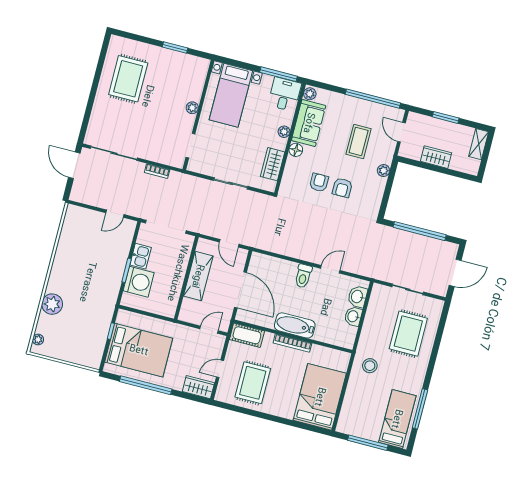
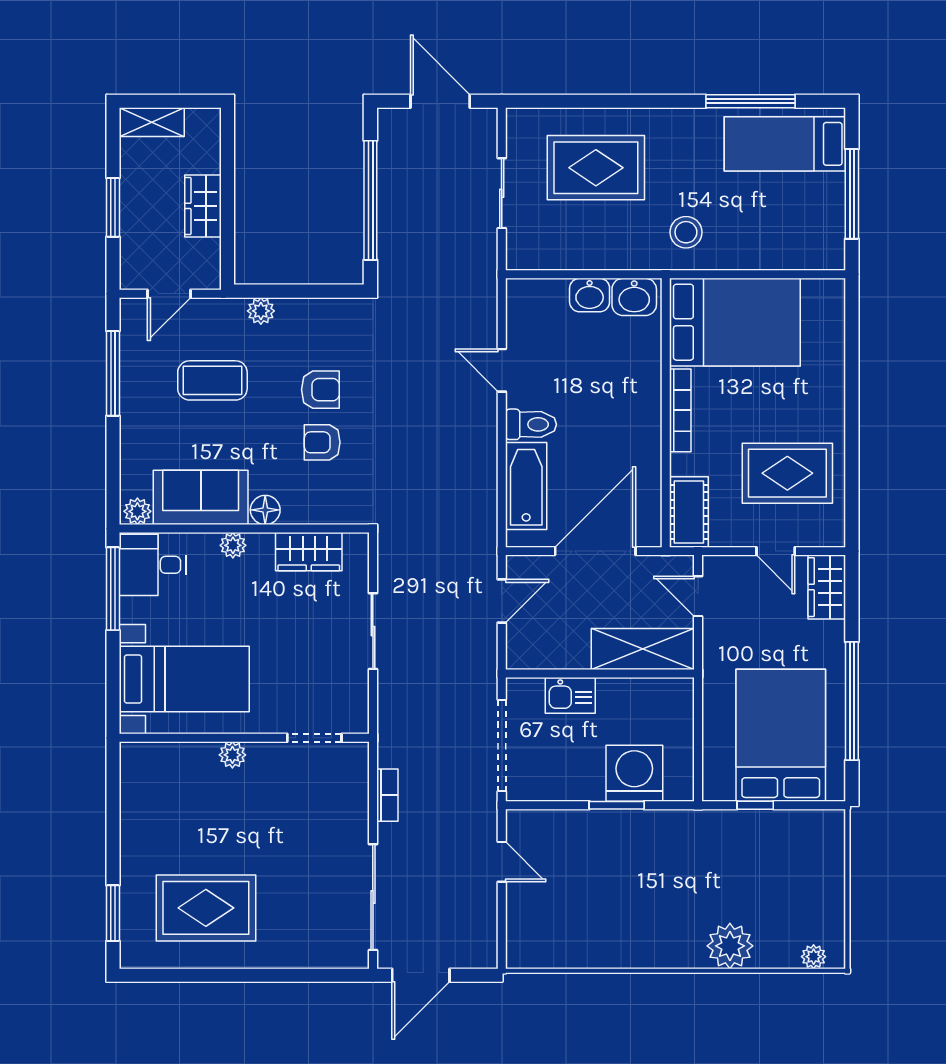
window: (175, 47) -> (113, 913), moved
window: (373, 99) -> (113, 373), width x0.68
kitchen sink: (141, 256) -> (570, 695), moved, turned 180
shelving: (198, 276) -> (643, 649), moved
washbasin: (357, 297) -> (634, 297), moved
bathtub: (295, 325) -> (526, 486), moved, turned 180
bed: (320, 397) -> (735, 322), moved, turned 180

